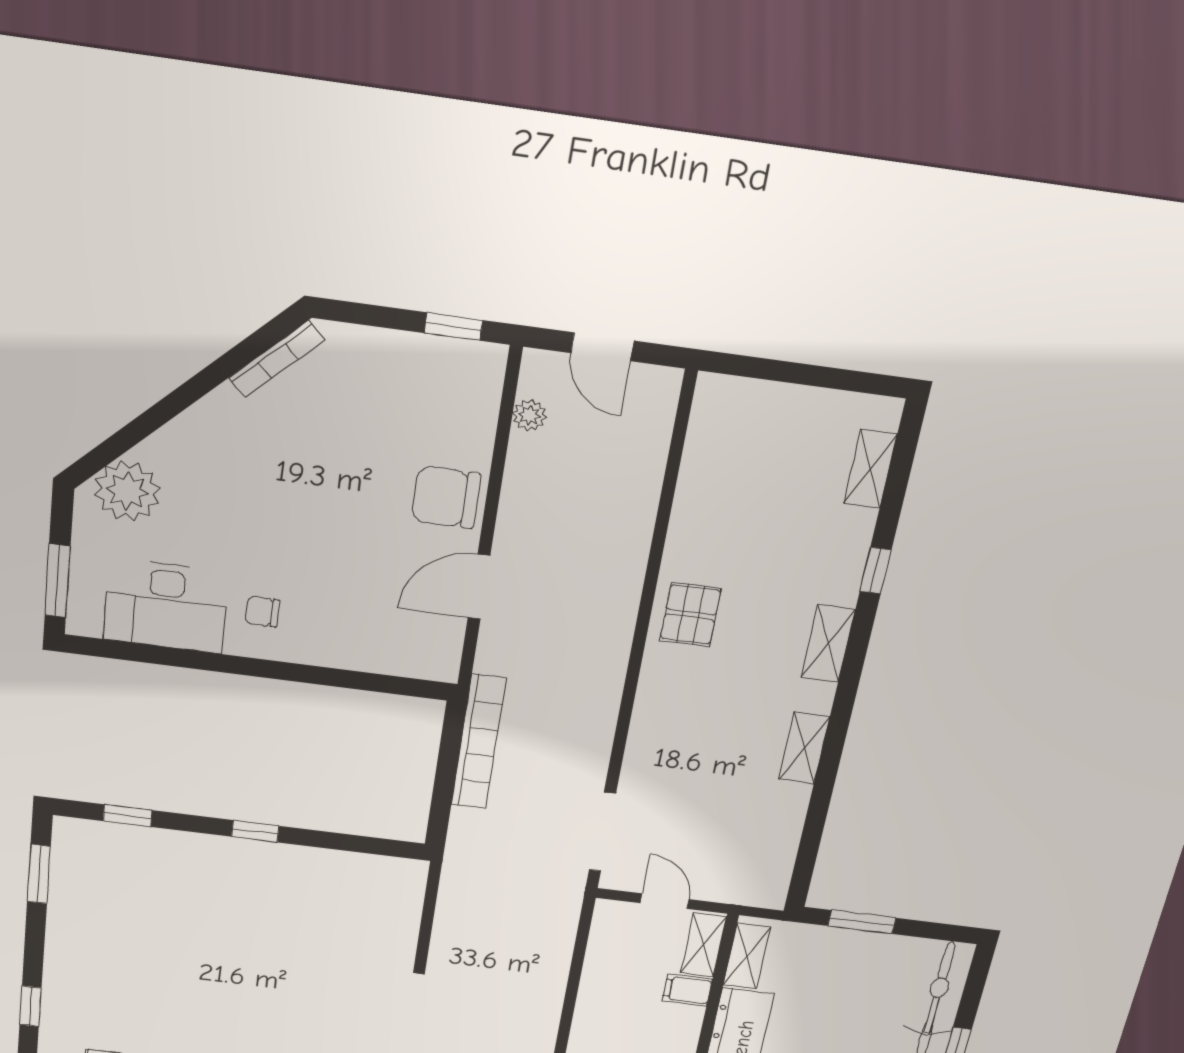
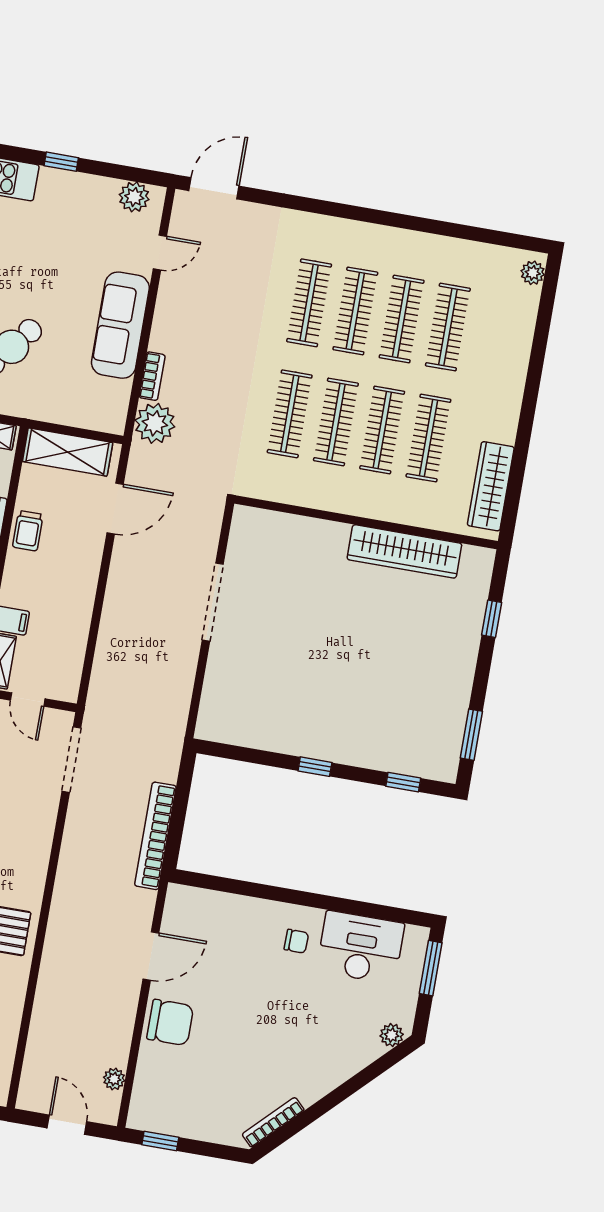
plant: (127, 491) -> (392, 1035), width x0.53, depth x0.53

